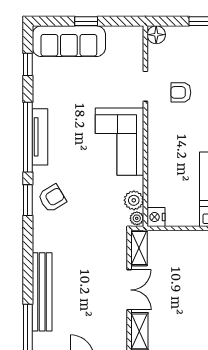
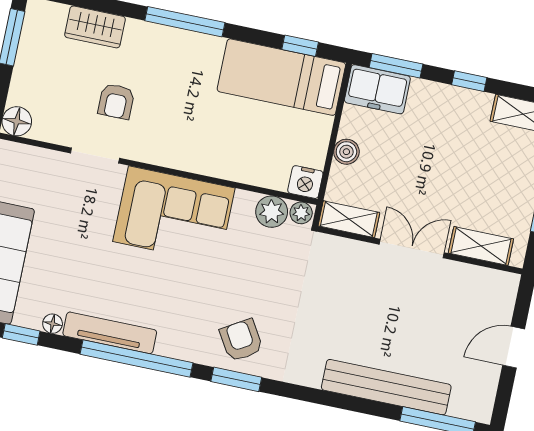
floor lamp: (38, 82) -> (53, 324), added
tv unit: (40, 137) -> (110, 333), moved
boiler: (180, 238) -> (346, 152), added

